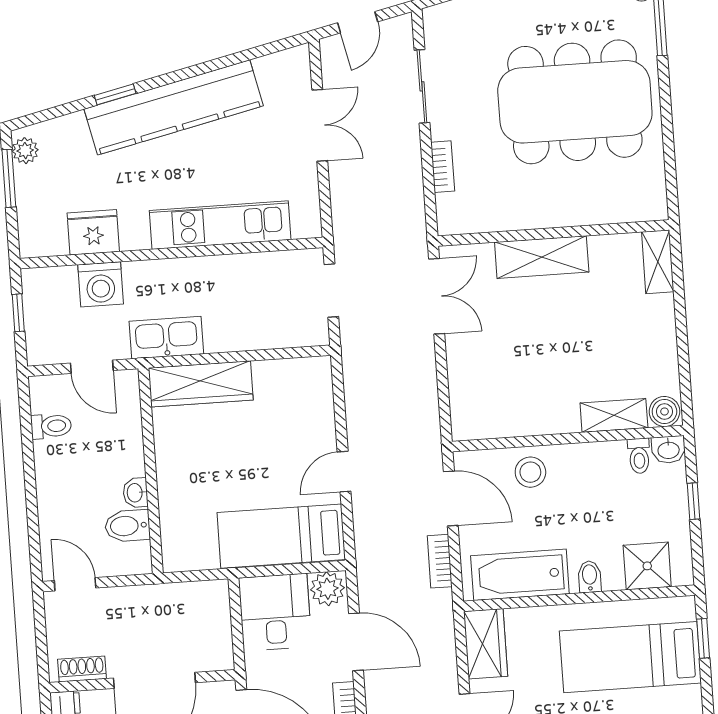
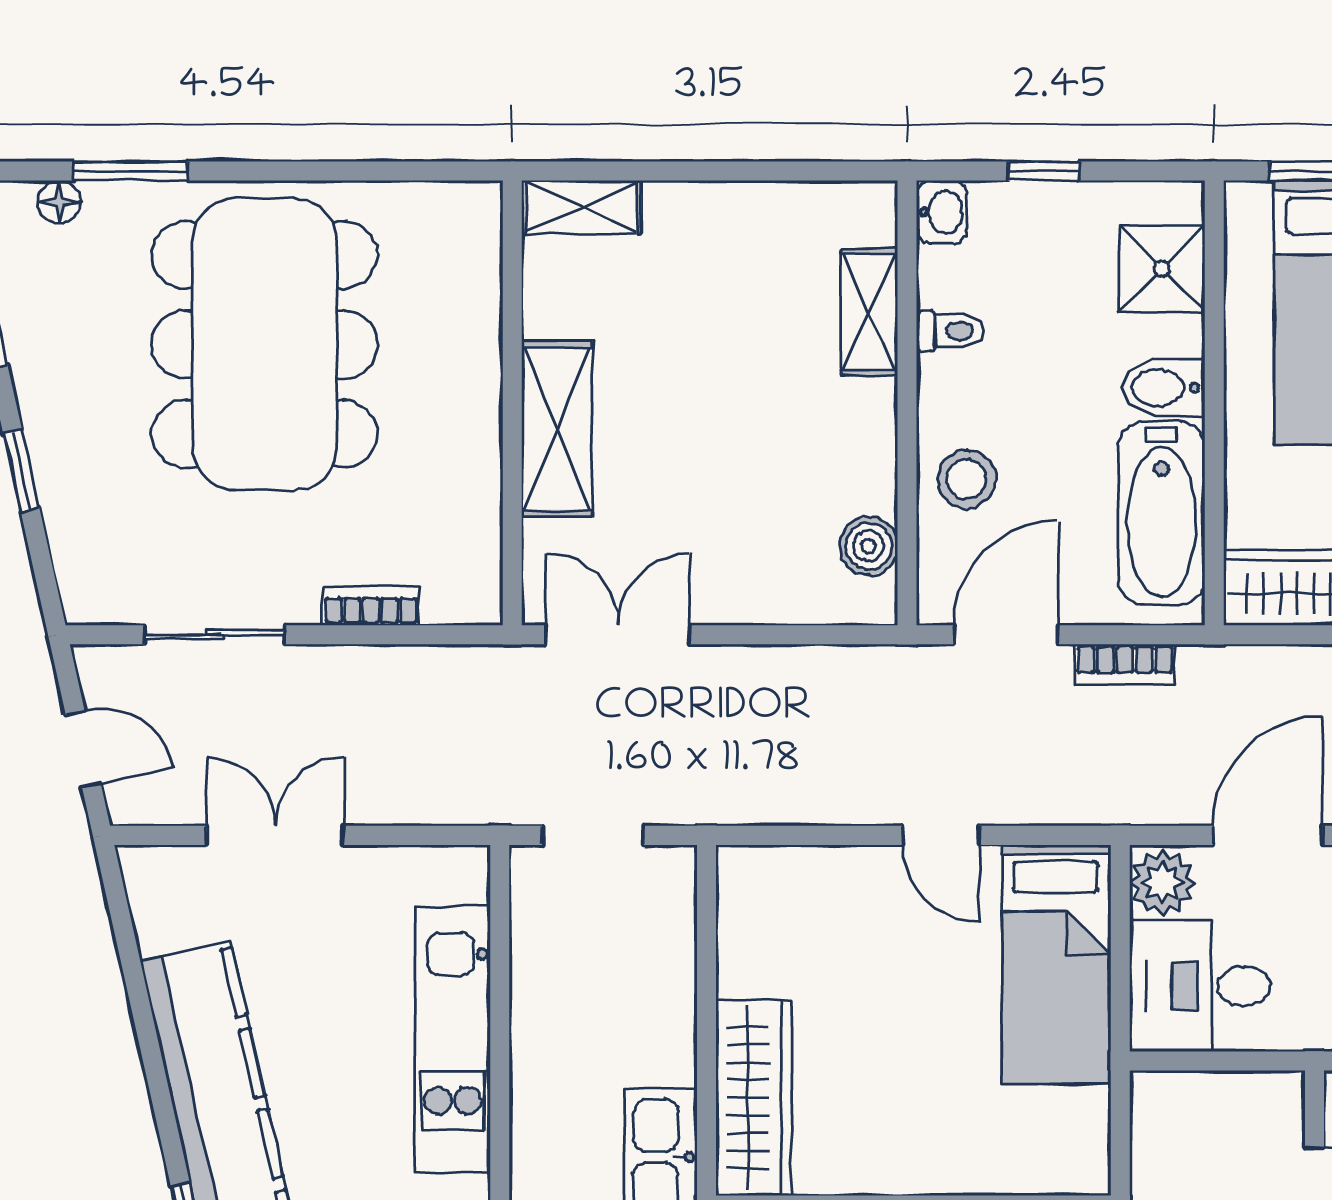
boiler: (664, 411) -> (869, 546), moved
toilet: (639, 456) -> (950, 331), moved
bidet: (590, 577) -> (1164, 388), width x1.38, depth x1.36

